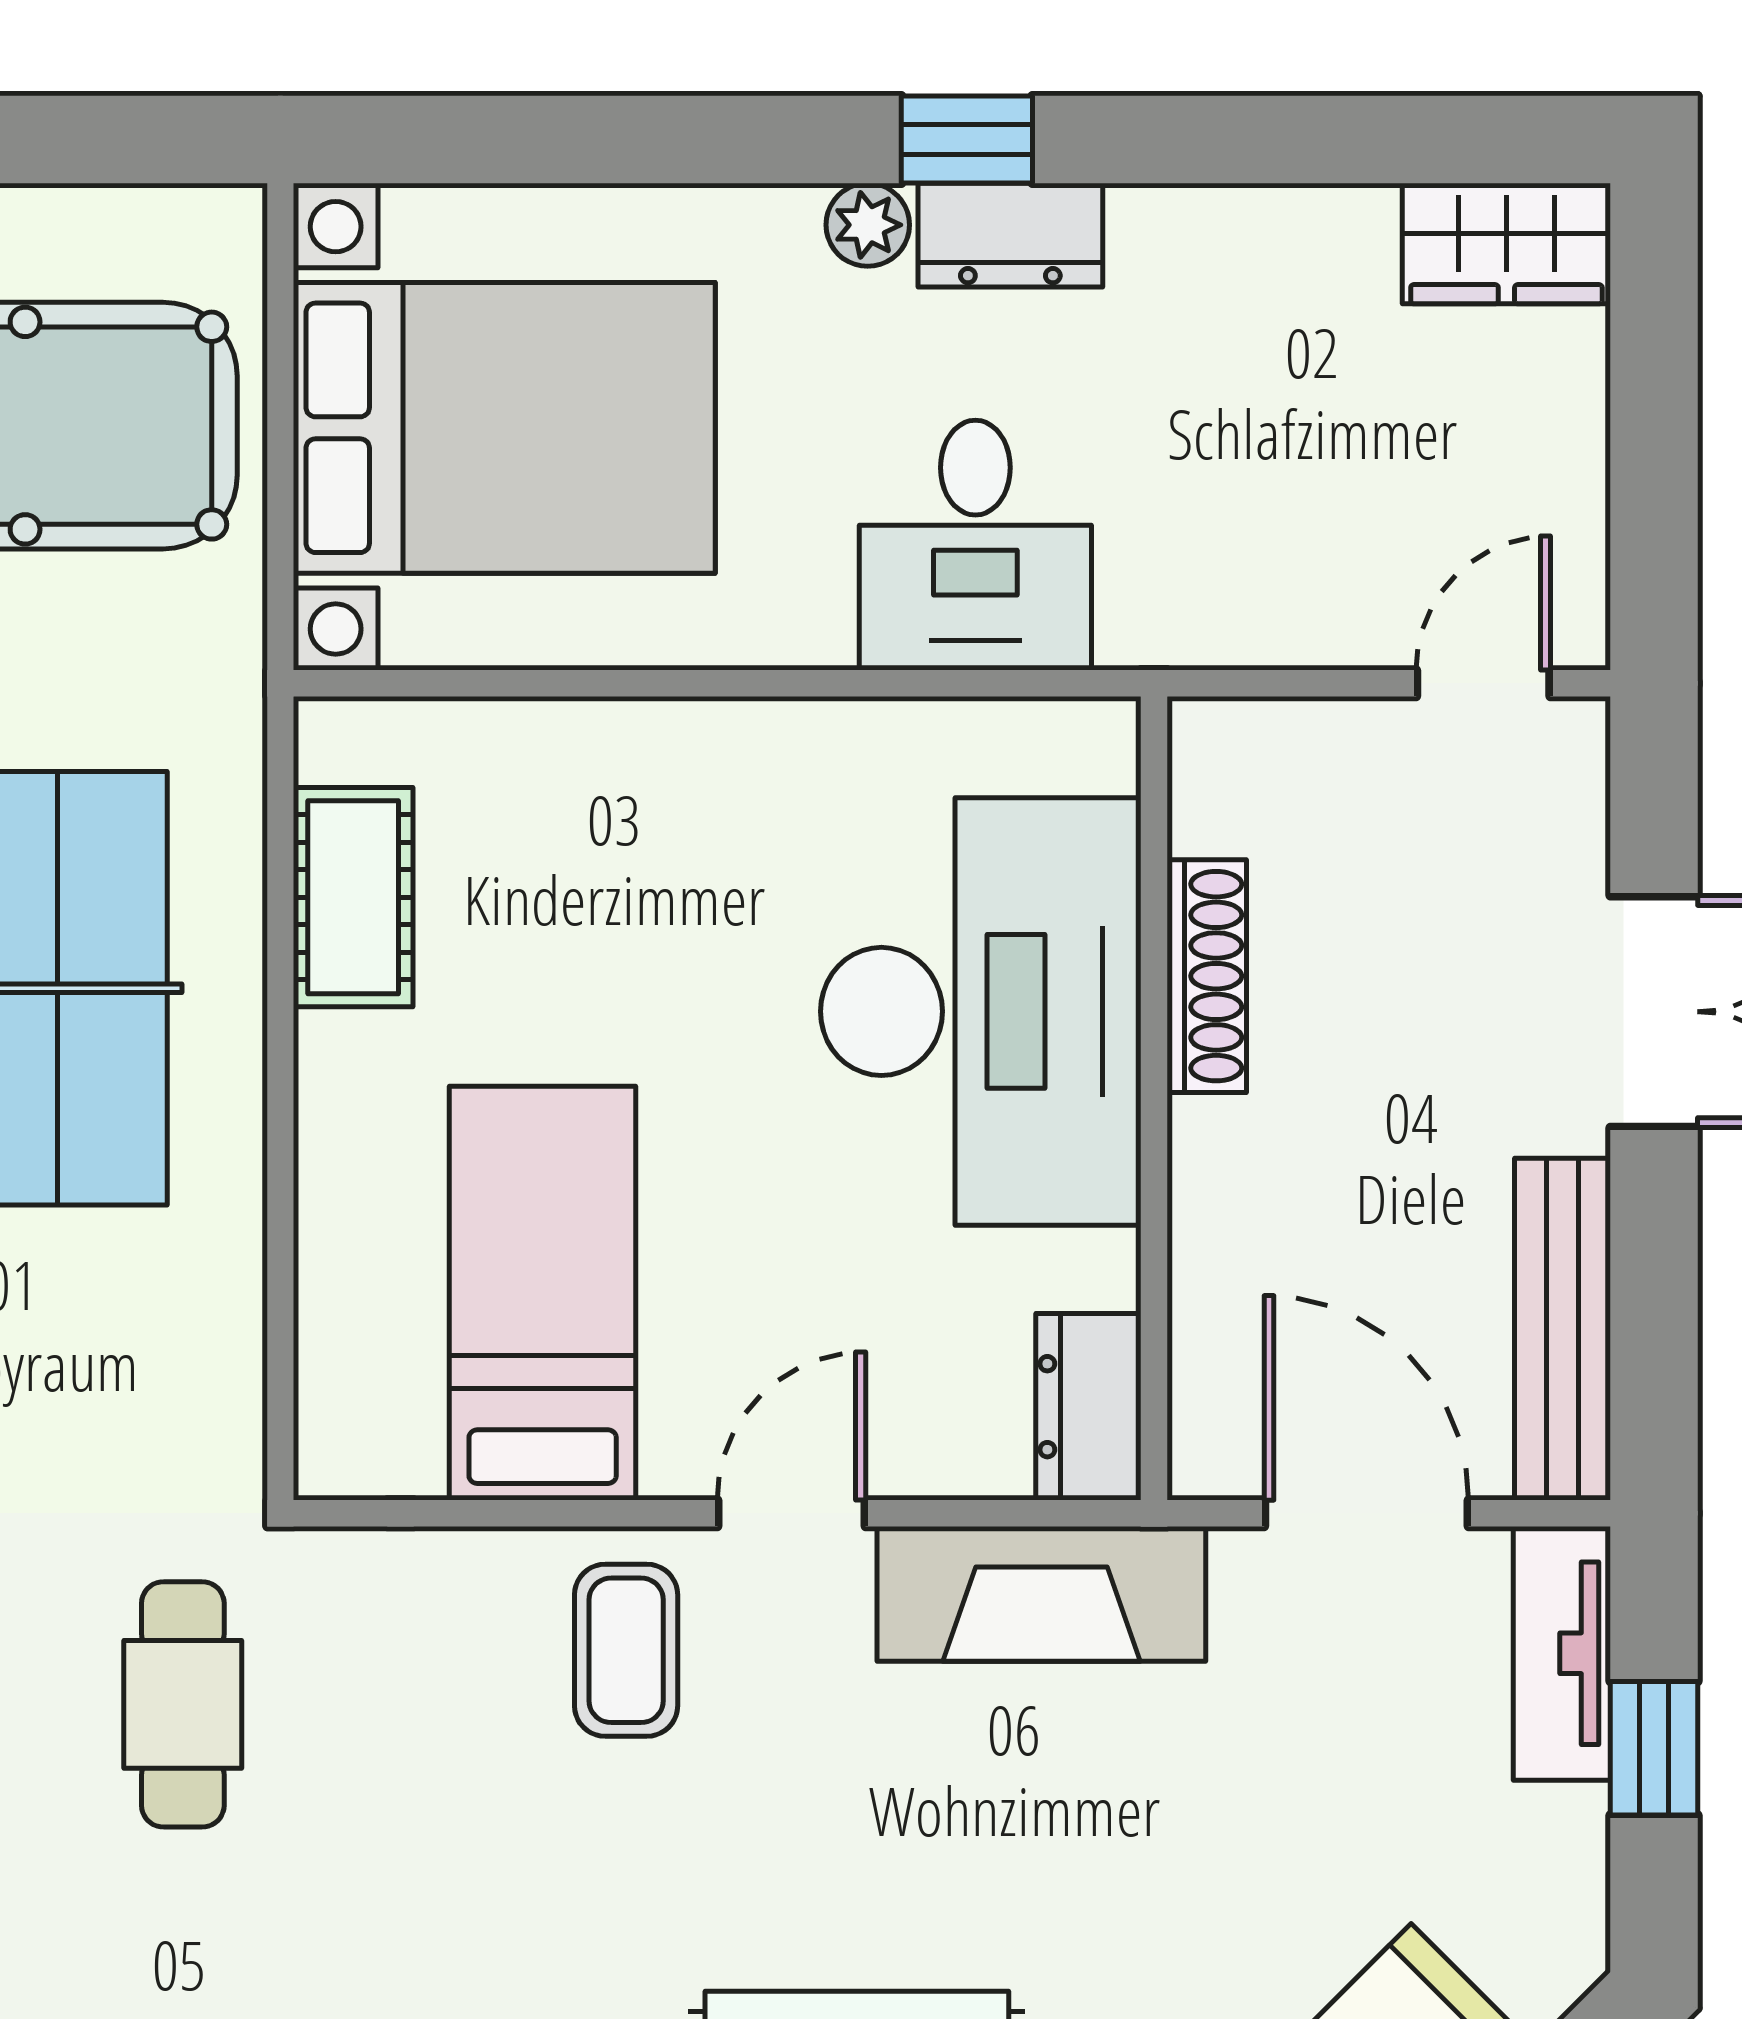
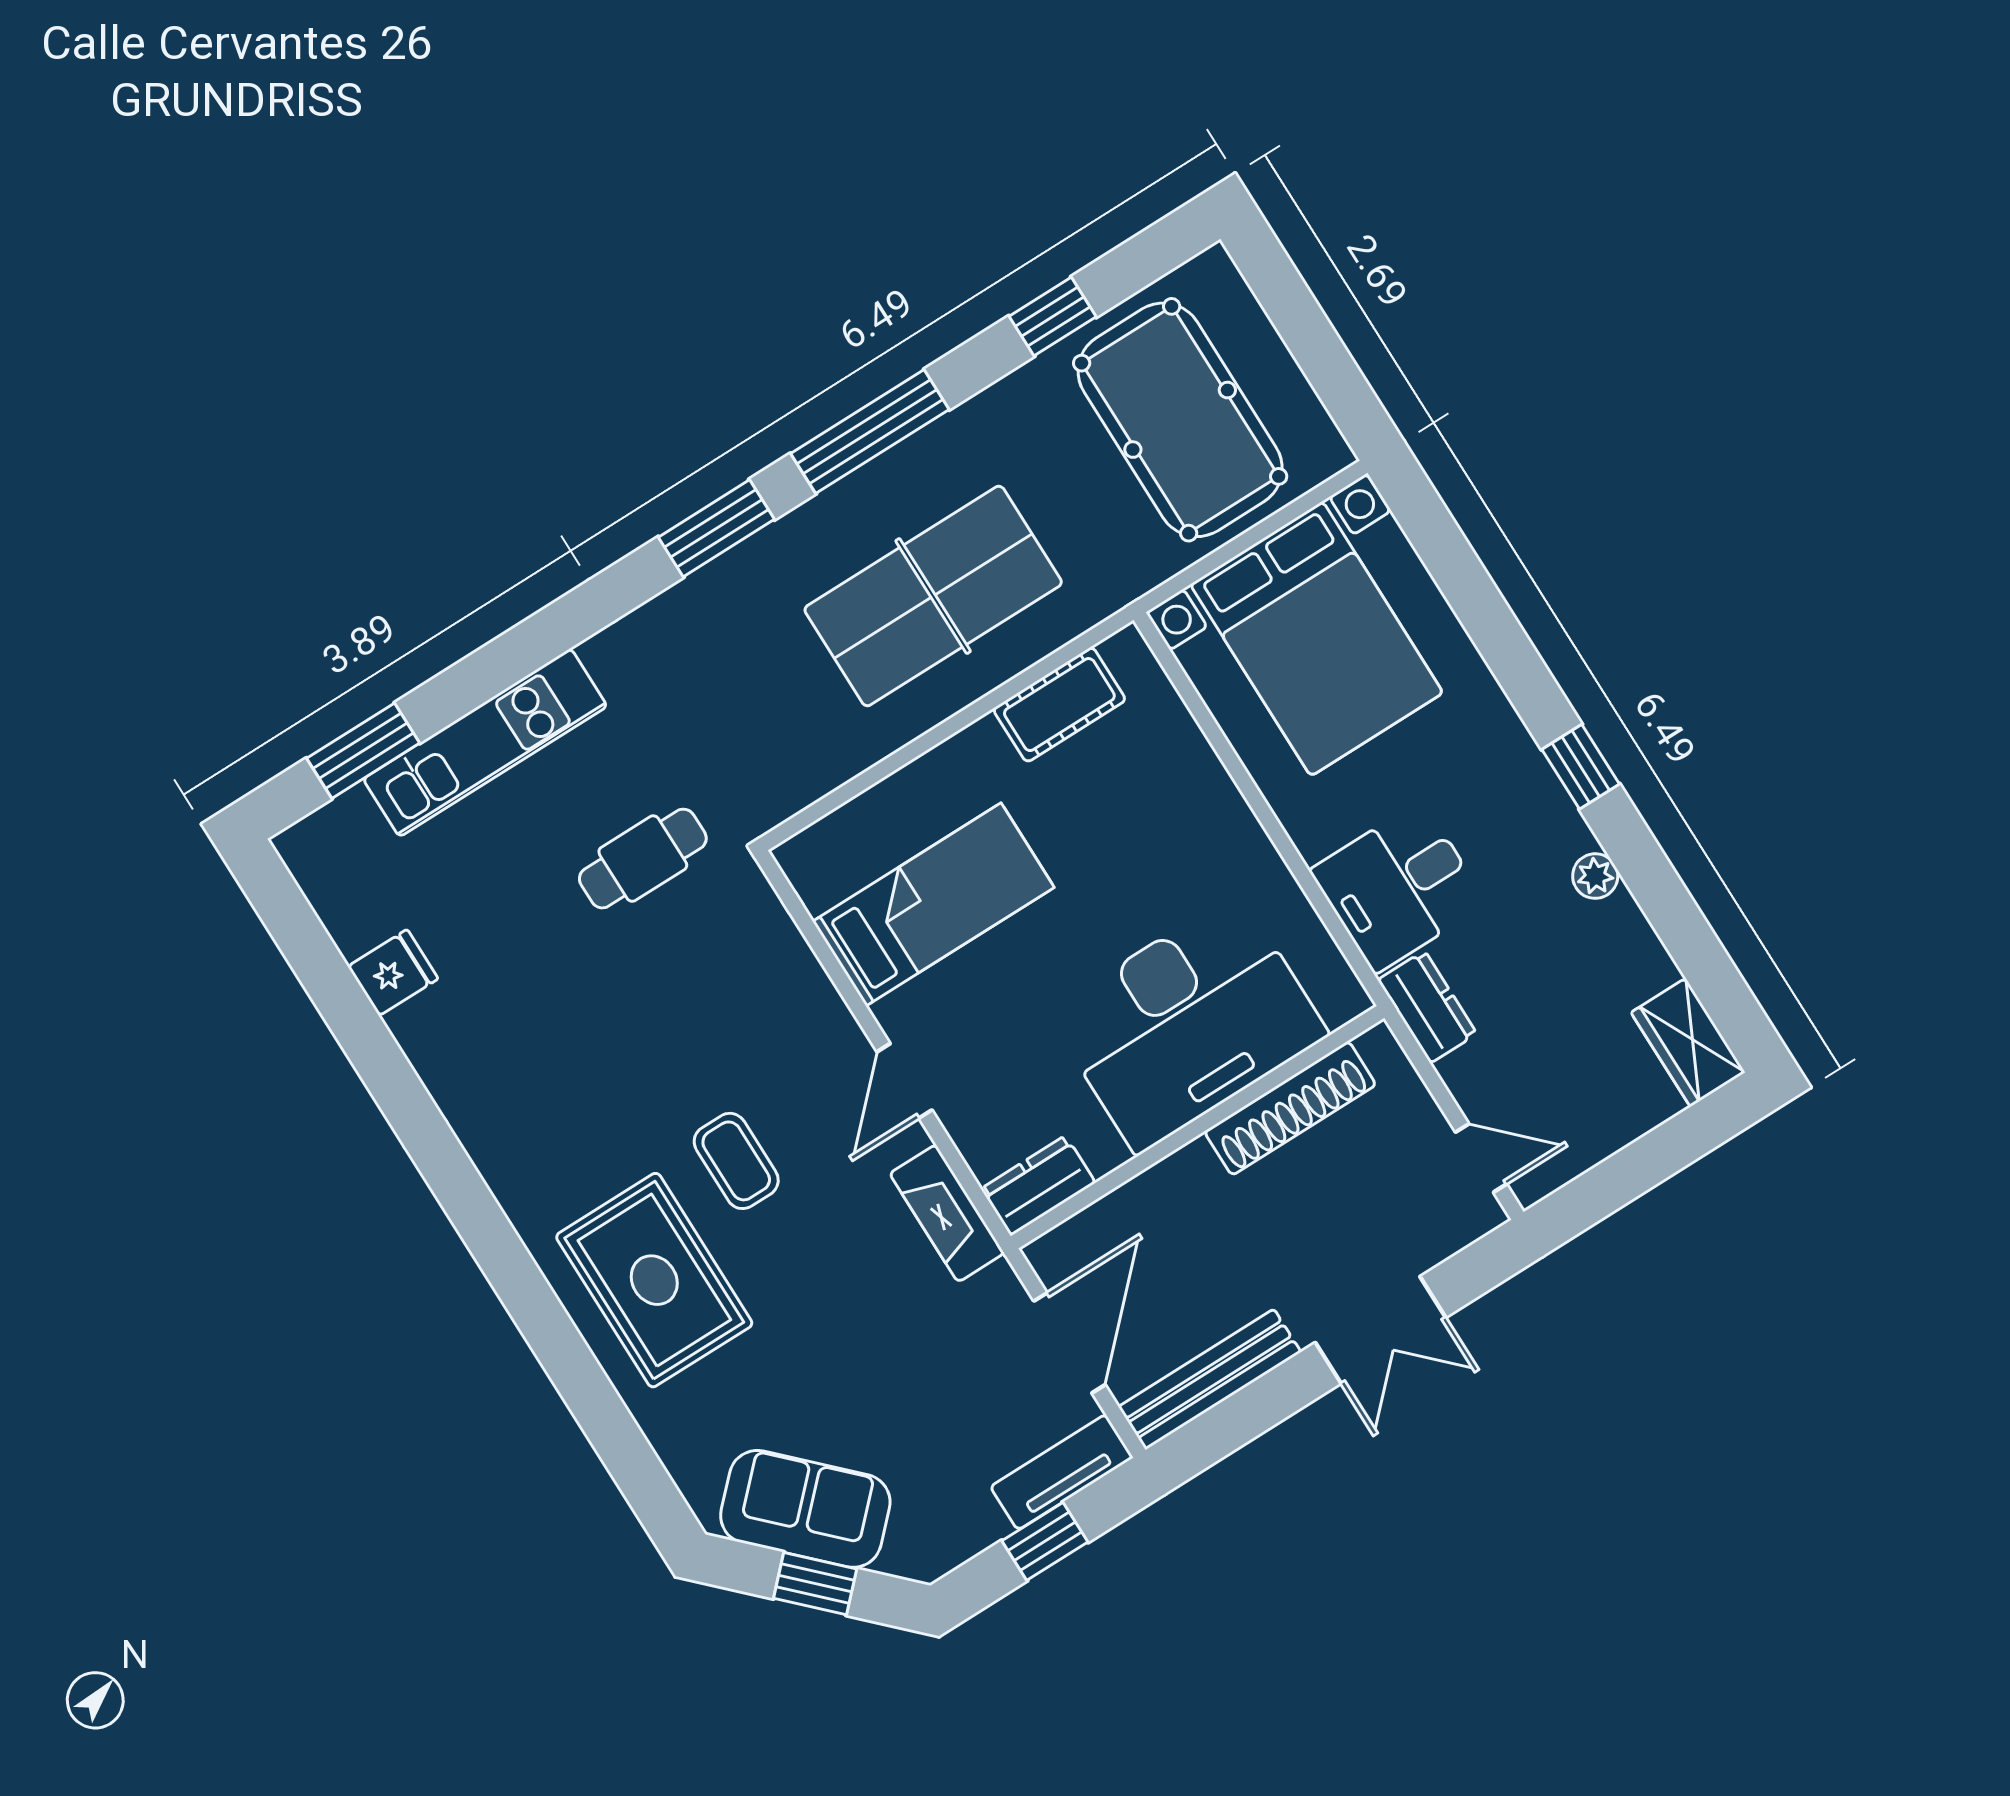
plant: (868, 225) -> (1595, 876), moved
dresser: (1010, 235) -> (1427, 1007), moved, turned 180
shoe rack: (1207, 976) -> (1290, 1108), width x1.36, depth x1.24
door: (791, 1513) -> (905, 1081), swing flipped
fireplace: (1041, 1594) -> (947, 1213), width x0.73, depth x0.76
coffee table: (626, 1650) -> (736, 1161), moved, turned 90

